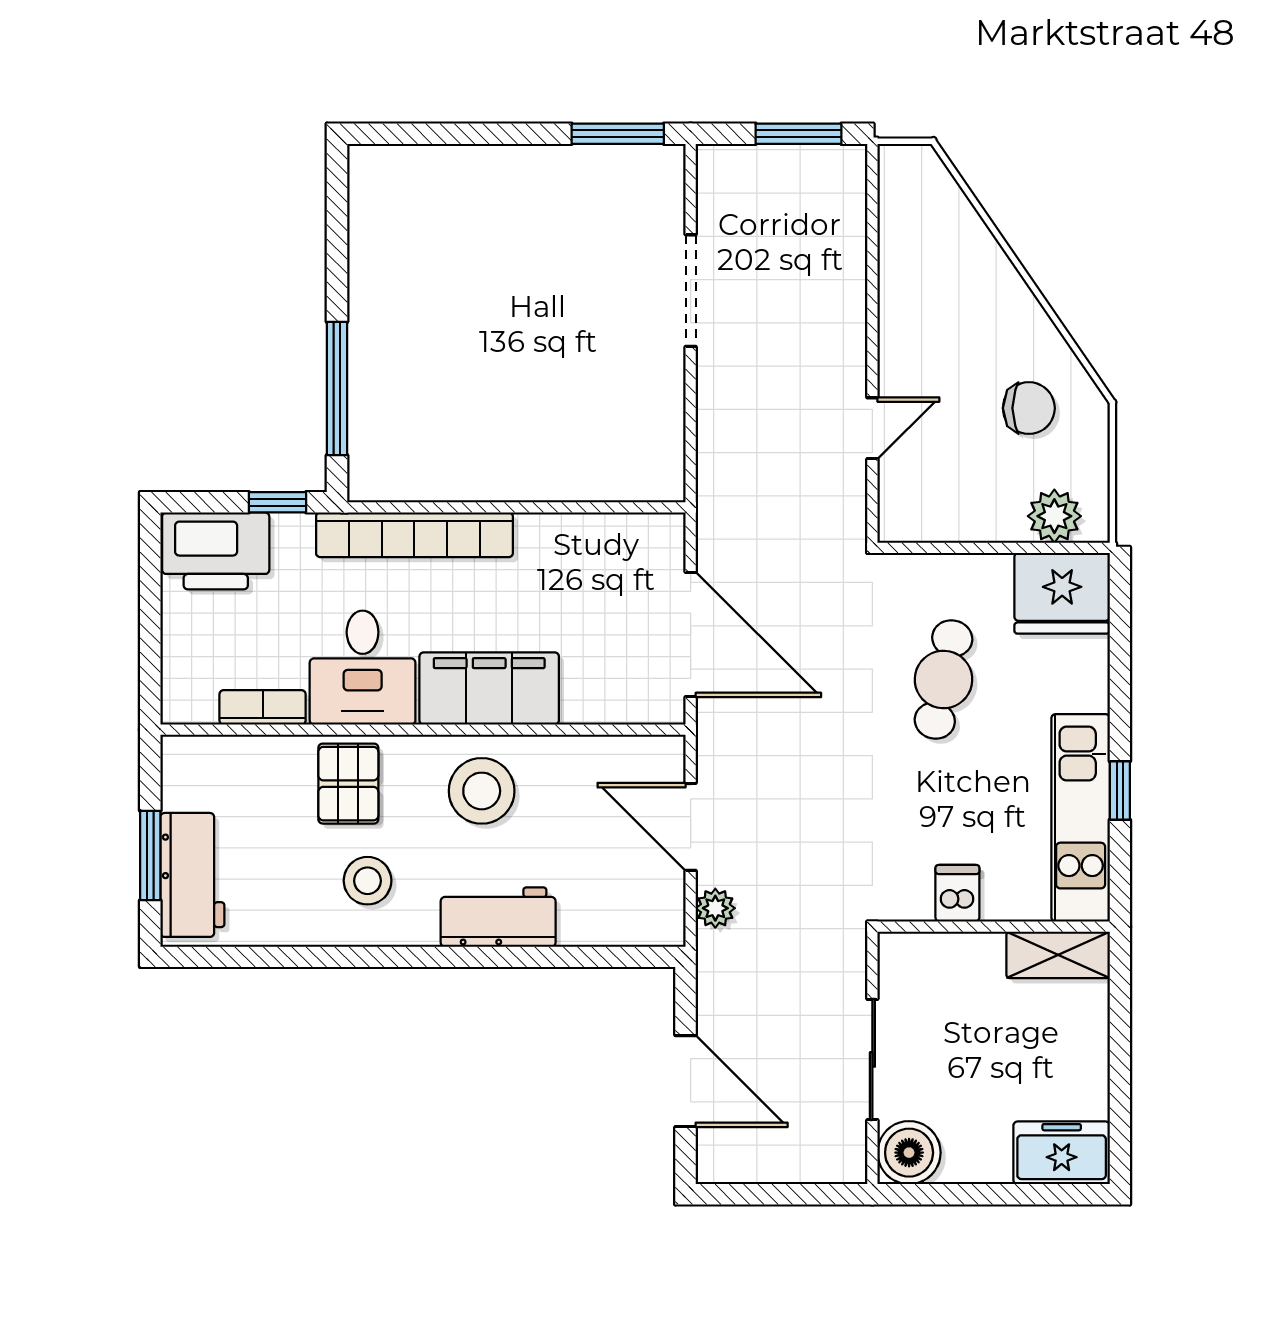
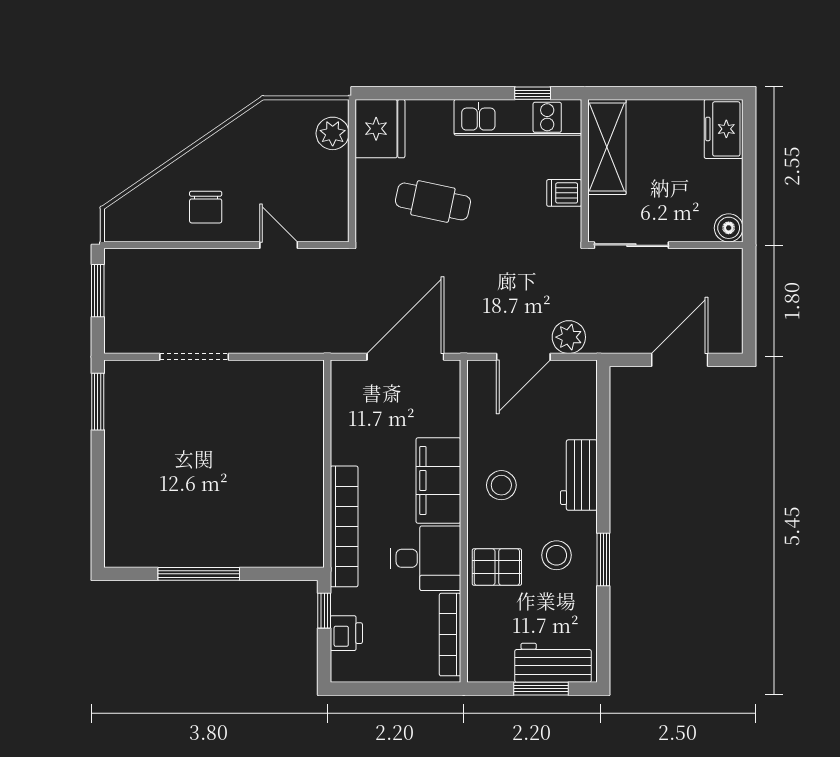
window: (337, 388) -> (199, 574), moved
chair: (1029, 408) -> (206, 207), moved, turned 180
printer: (216, 551) -> (346, 633), width x0.53, depth x0.68
bookcase: (263, 707) -> (450, 635), width x1.56
window: (1120, 790) -> (533, 93), moved
stool: (482, 791) -> (501, 485), width x0.73, depth x0.73
plant: (715, 908) -> (569, 337), width x1.38, depth x1.38
shelving: (1058, 955) -> (607, 147), width x1.50, depth x1.33
window: (361, 957) -> (603, 559), added
sliding door: (872, 1059) -> (631, 245), moved
boiler: (909, 1153) -> (729, 228), width x0.73, depth x0.73

